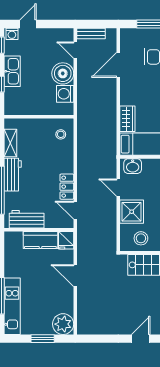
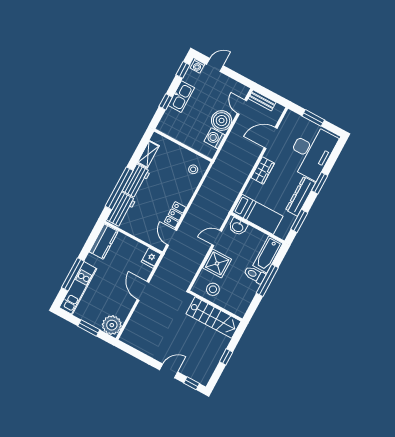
wardrobe: (127, 119) -> (263, 170), moved
door: (118, 188) -> (217, 238), hinge flipped
workbench: (27, 219) -> (121, 210), moved, turned 90
kitchen counter: (40, 240) -> (104, 242), moved, turned -90

